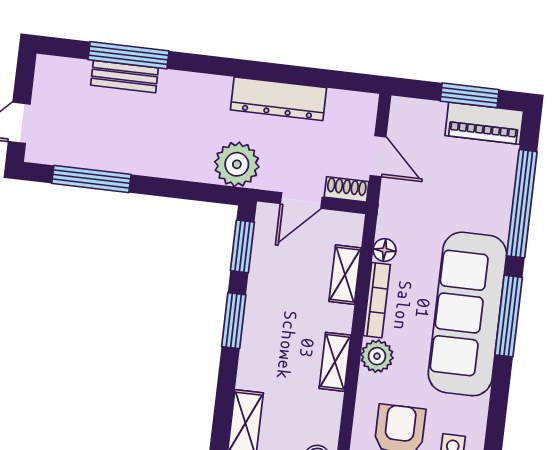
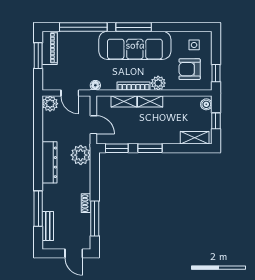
bench: (125, 77) -> (48, 226), moved
dresser: (278, 99) -> (50, 162), moved
plant: (360, 109) -> (50, 104), added
door: (378, 156) -> (70, 93), swing flipped
shoe rack: (347, 189) -> (86, 203), moved
floor lamp: (384, 250) -> (95, 85), moved
shelving: (335, 362) -> (150, 101), moved

